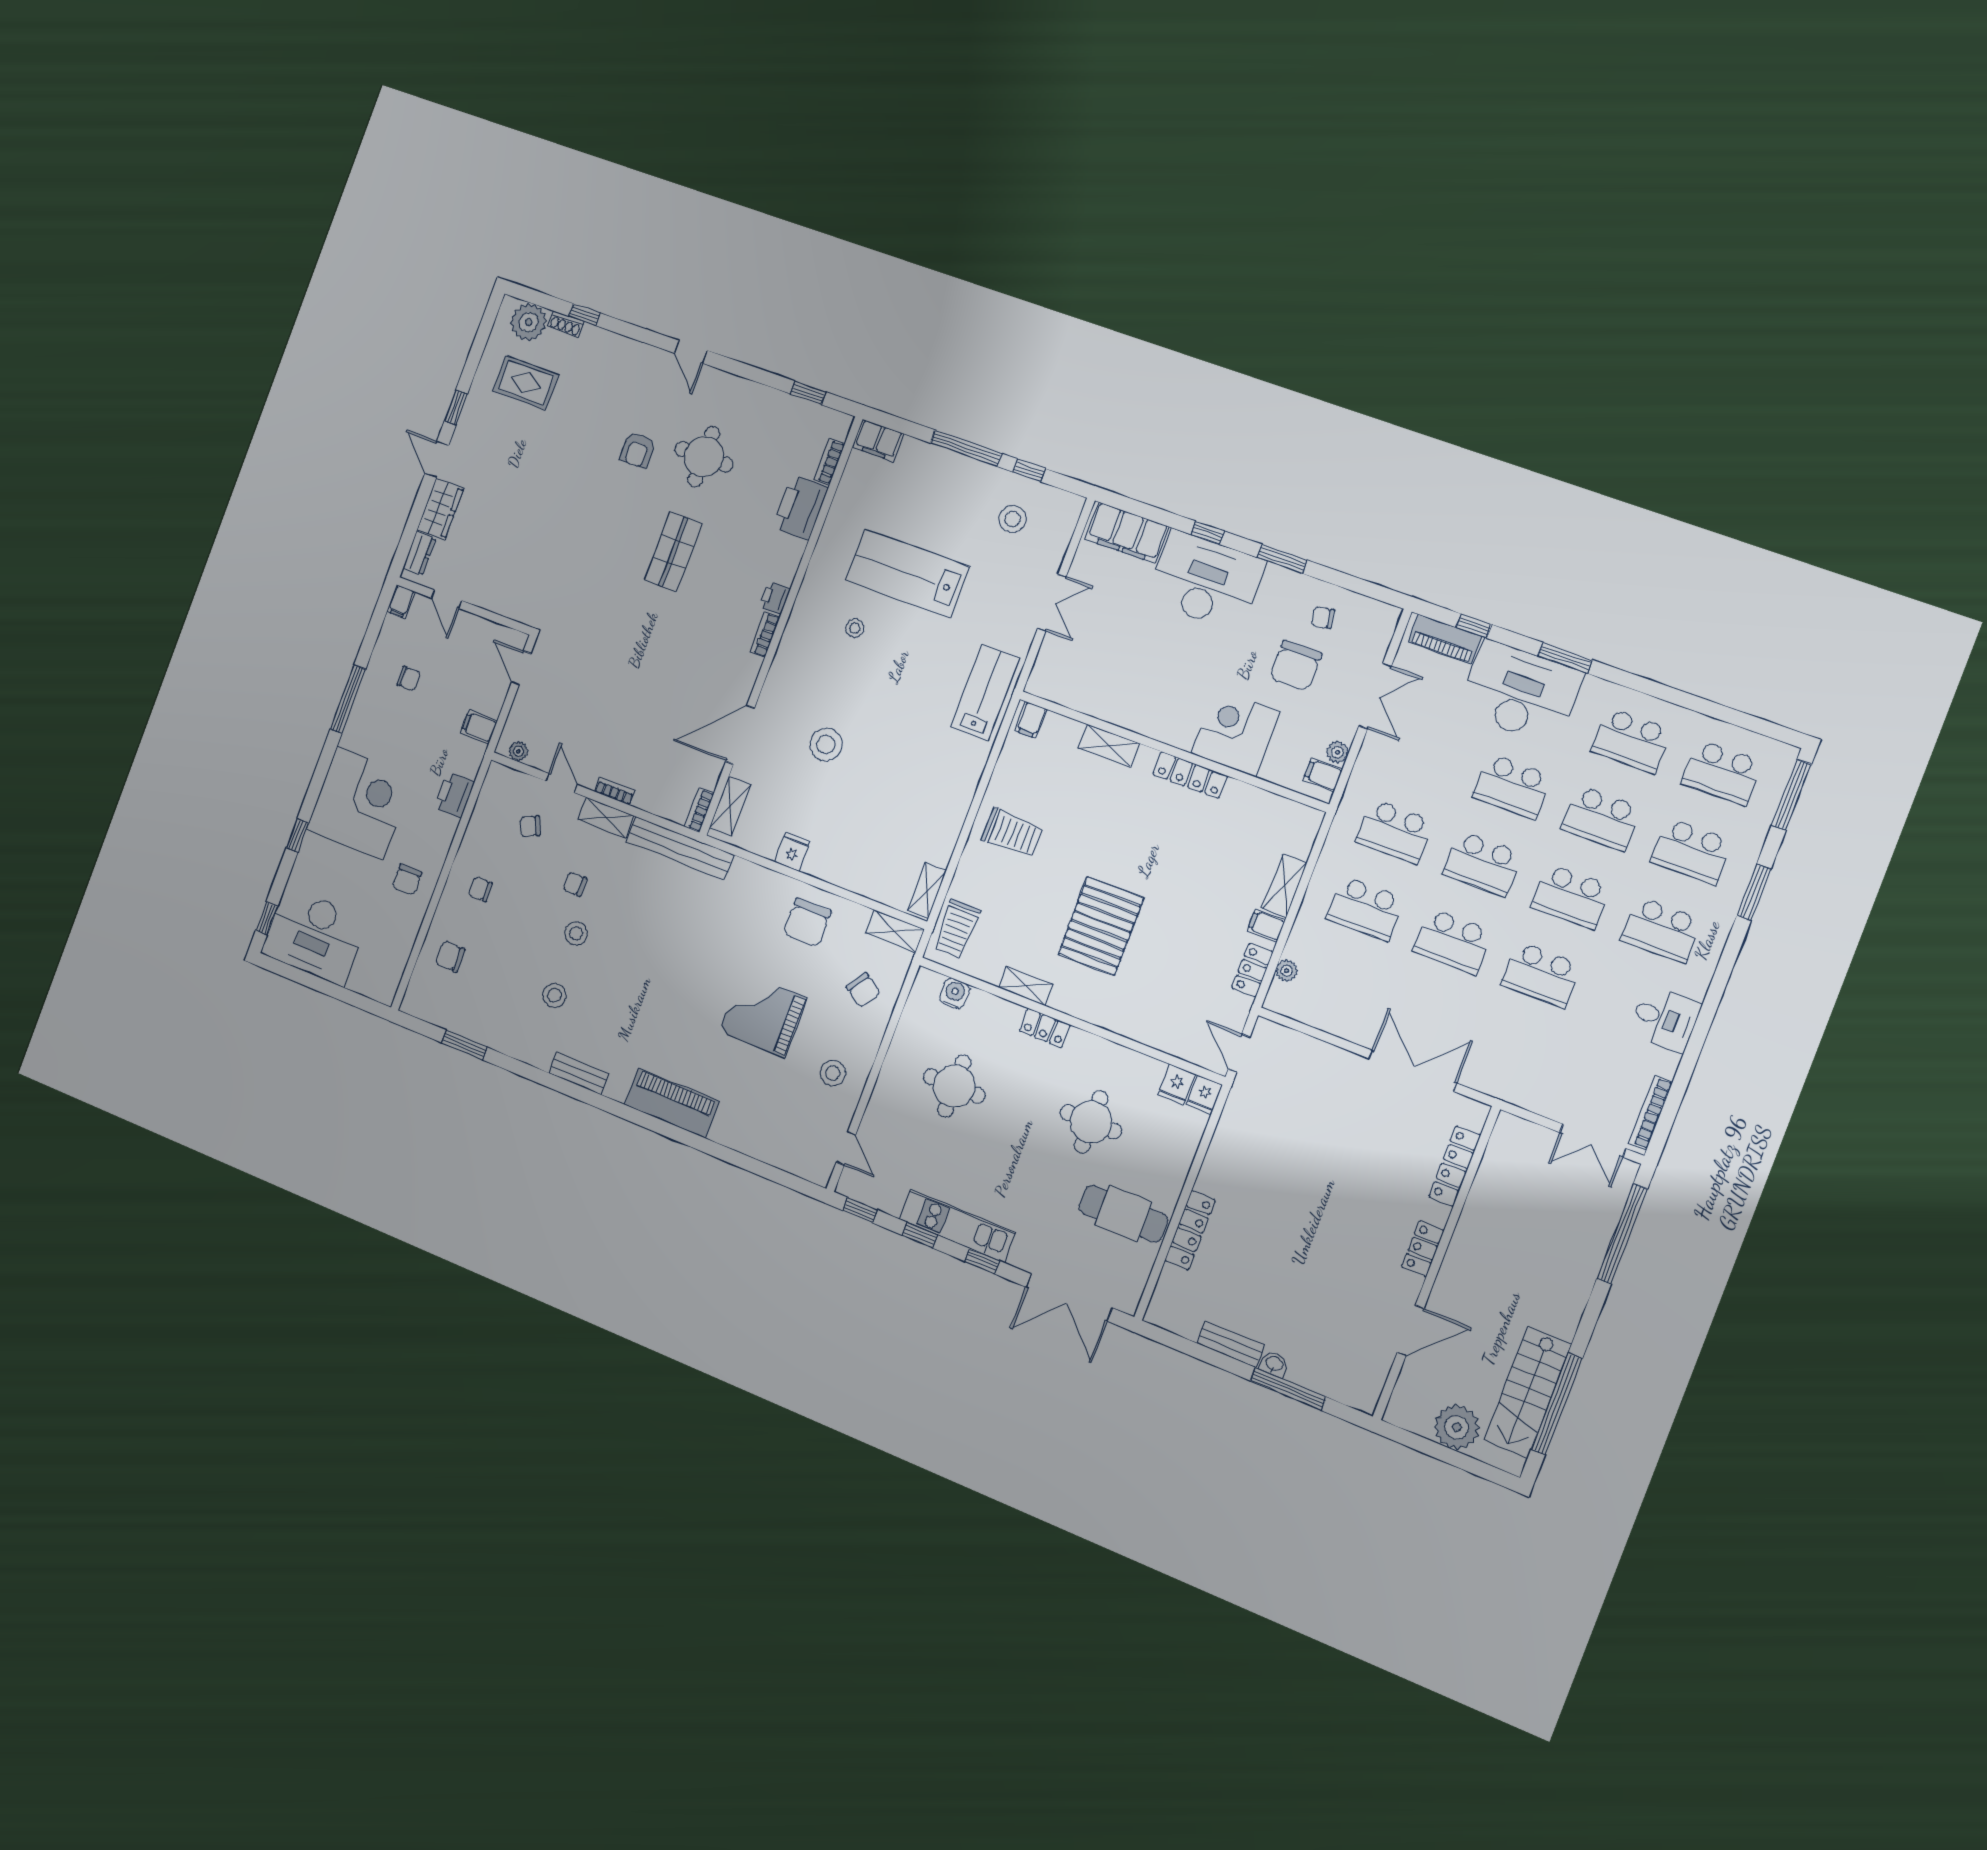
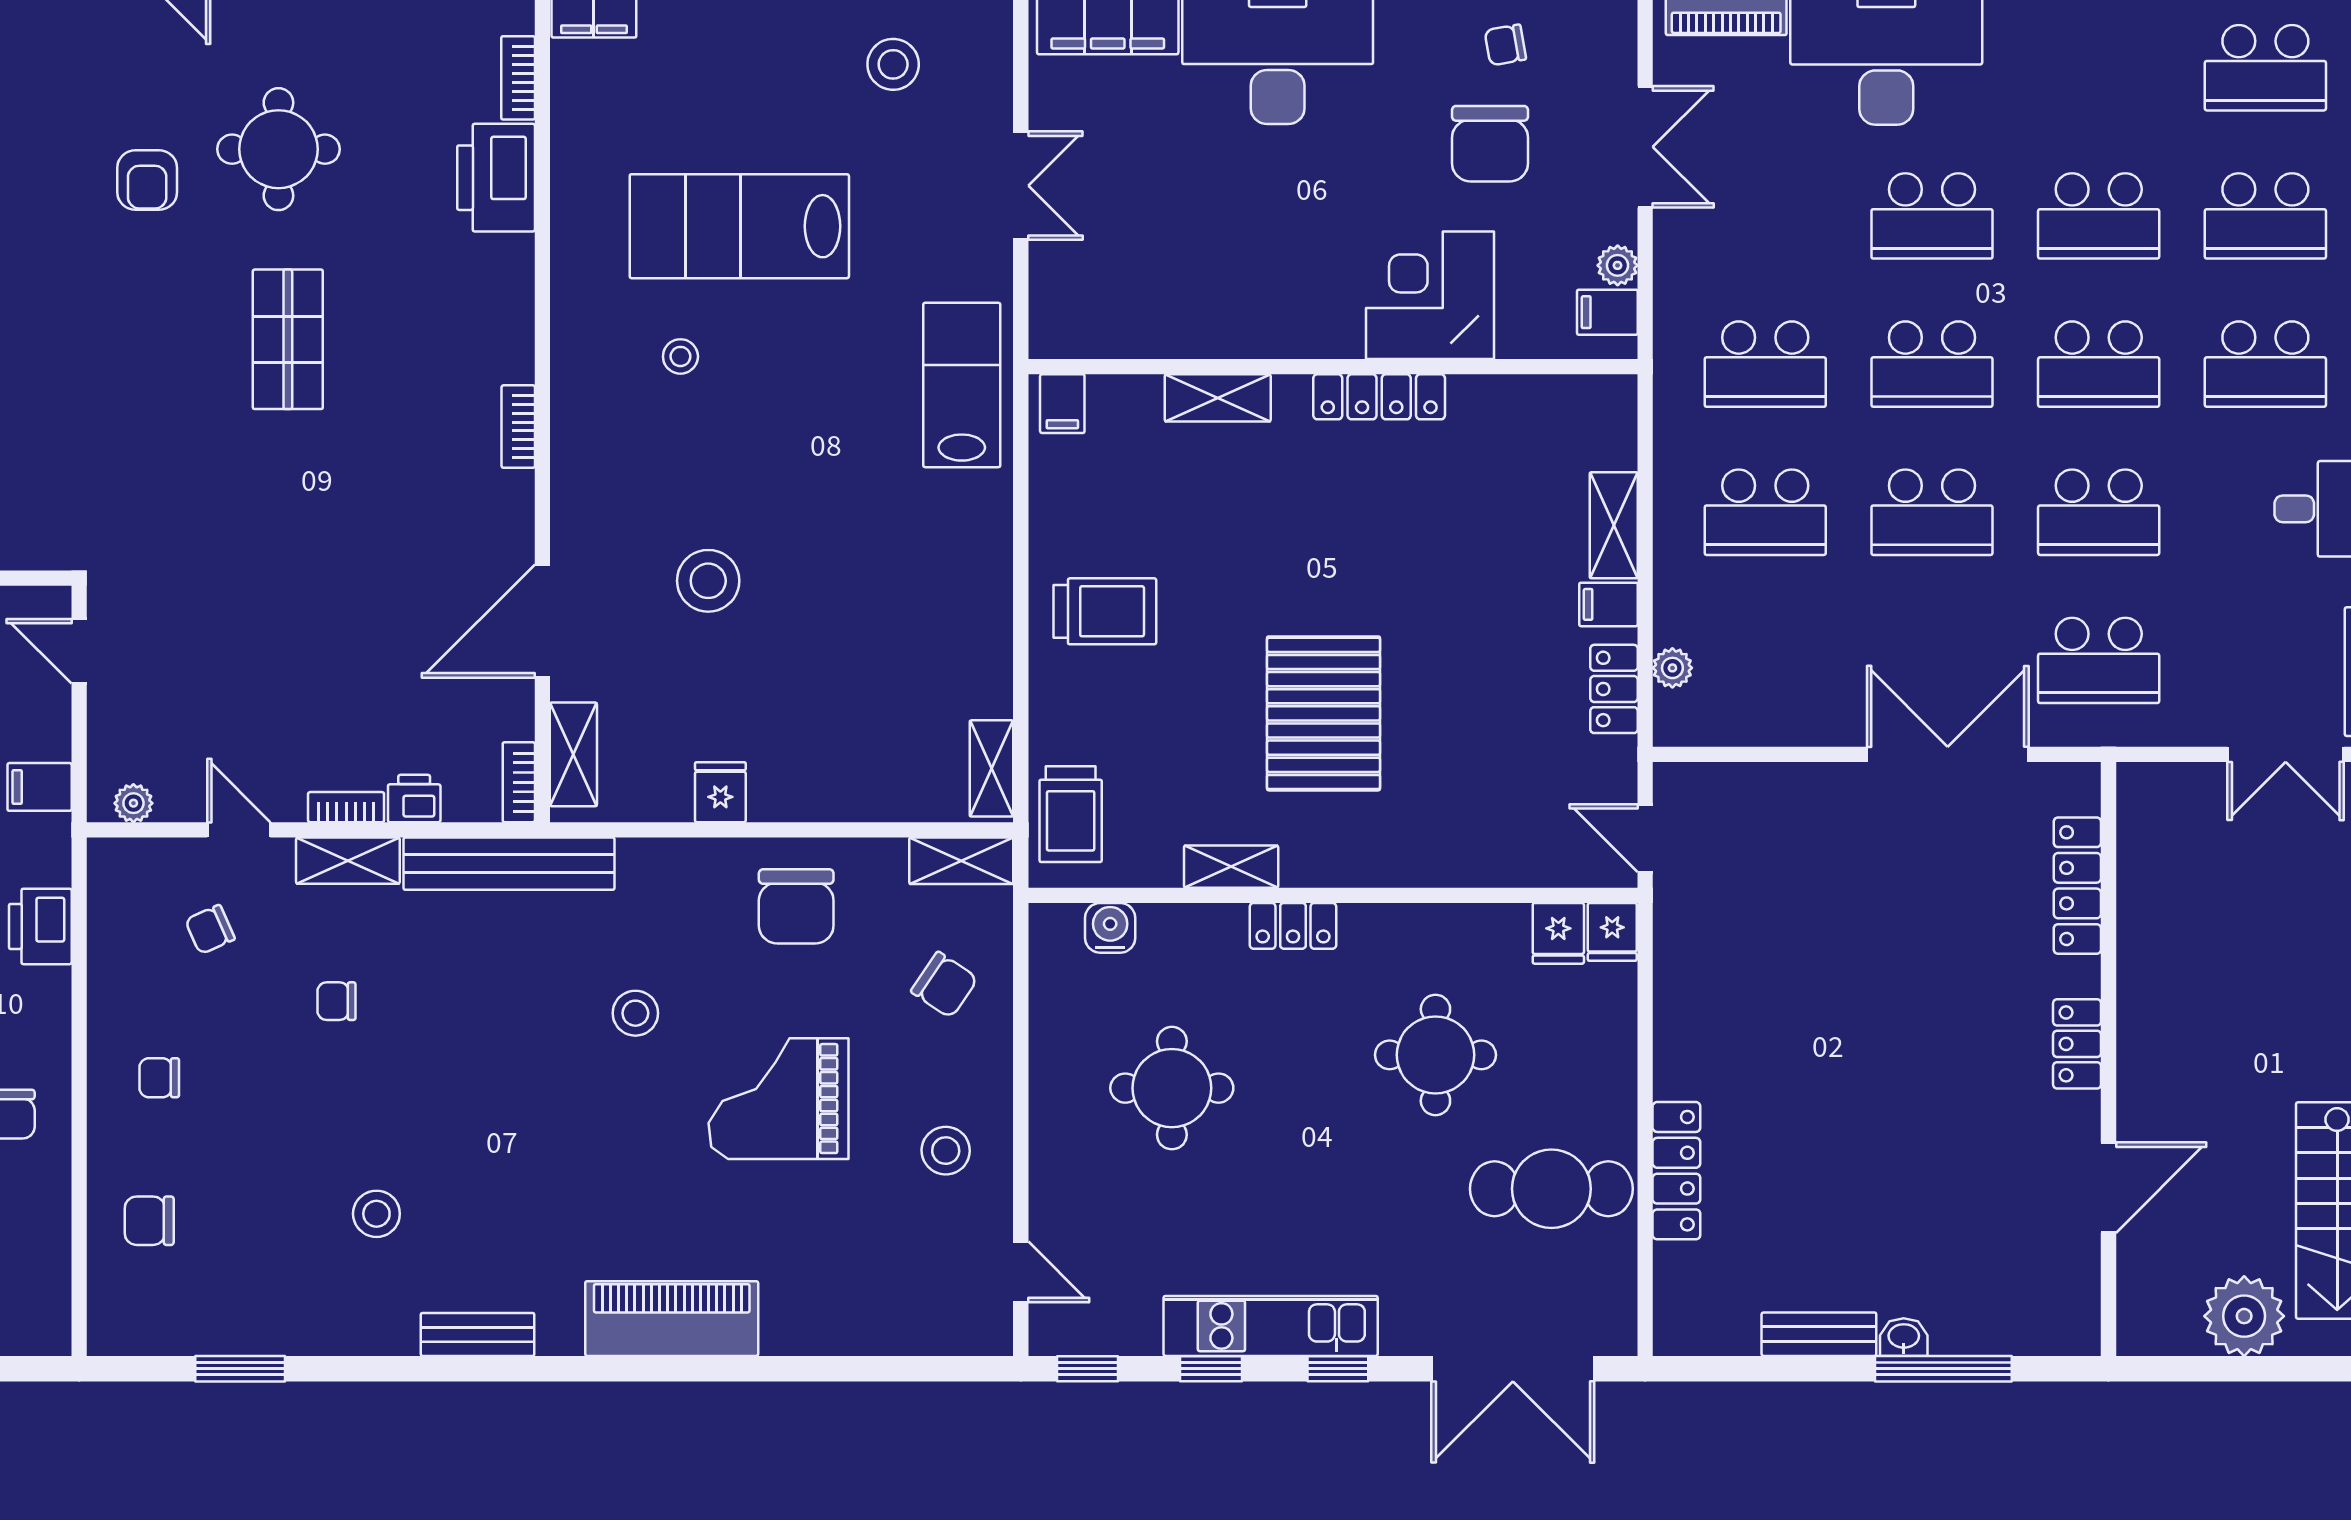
printer: (775, 598) -> (414, 799), moved, turned 90
school desk: (1631, 740) -> (2099, 660), moved
stool: (576, 933) -> (635, 1013), moved

